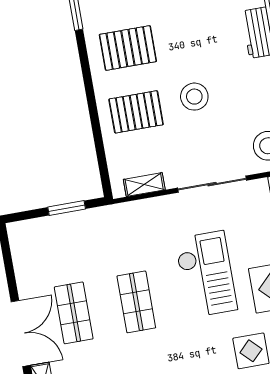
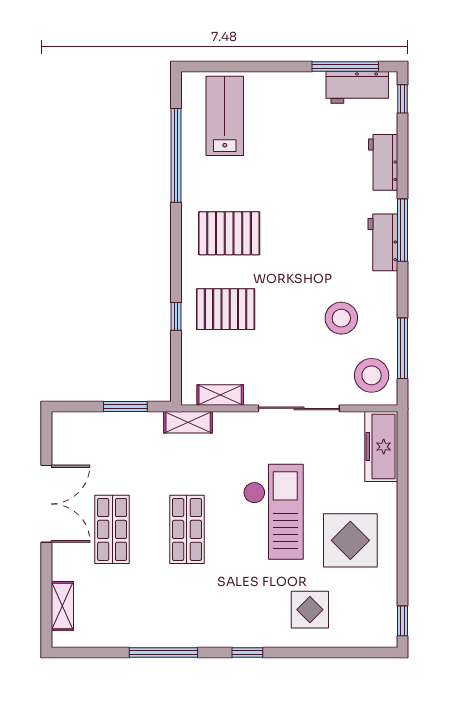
stool: (194, 97) -> (341, 318), moved
window: (96, 125) -> (176, 316), added
shelving: (121, 212) -> (188, 422), added
double door: (21, 334) -> (46, 504), moved

